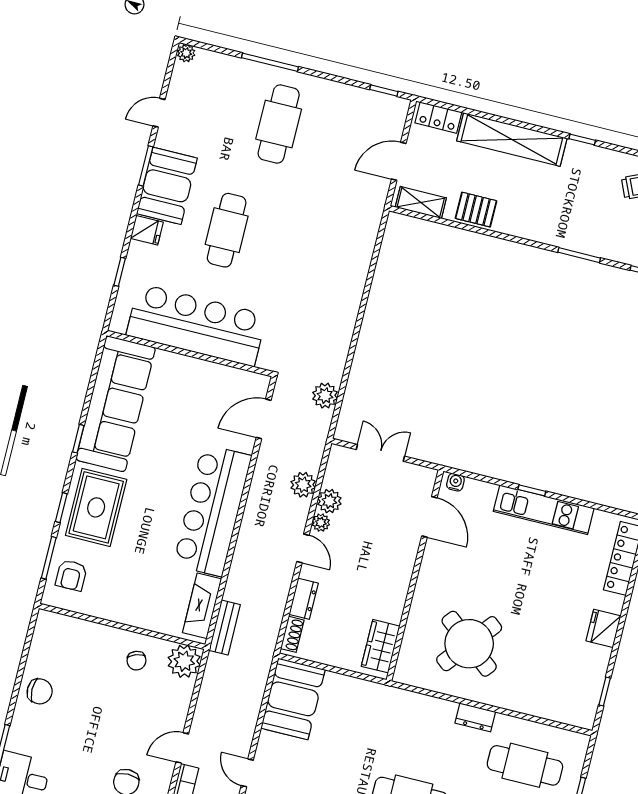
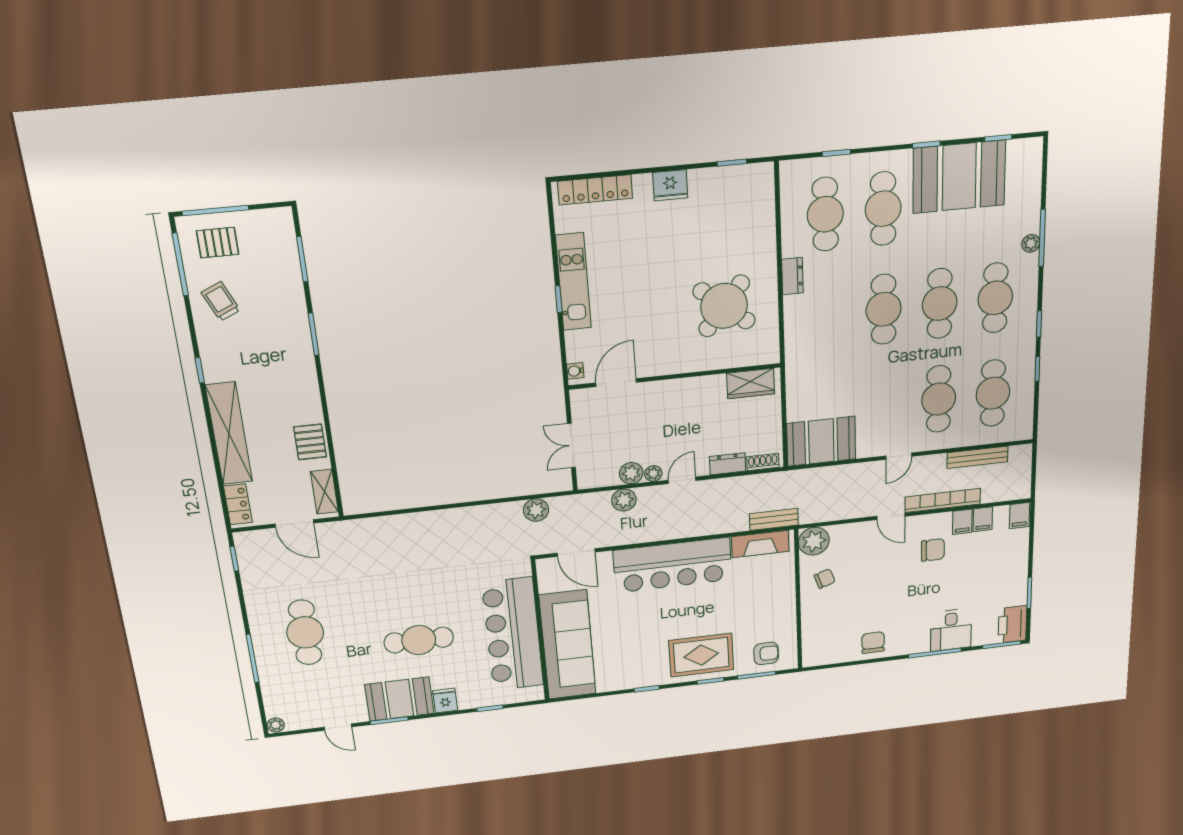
cafe table: (279, 124) -> (305, 632), turned 90
sofa: (116, 404) -> (568, 645), moved, turned 90

